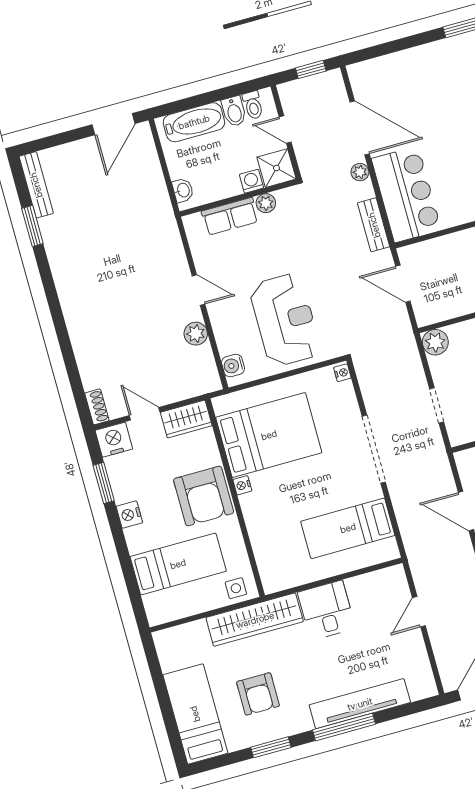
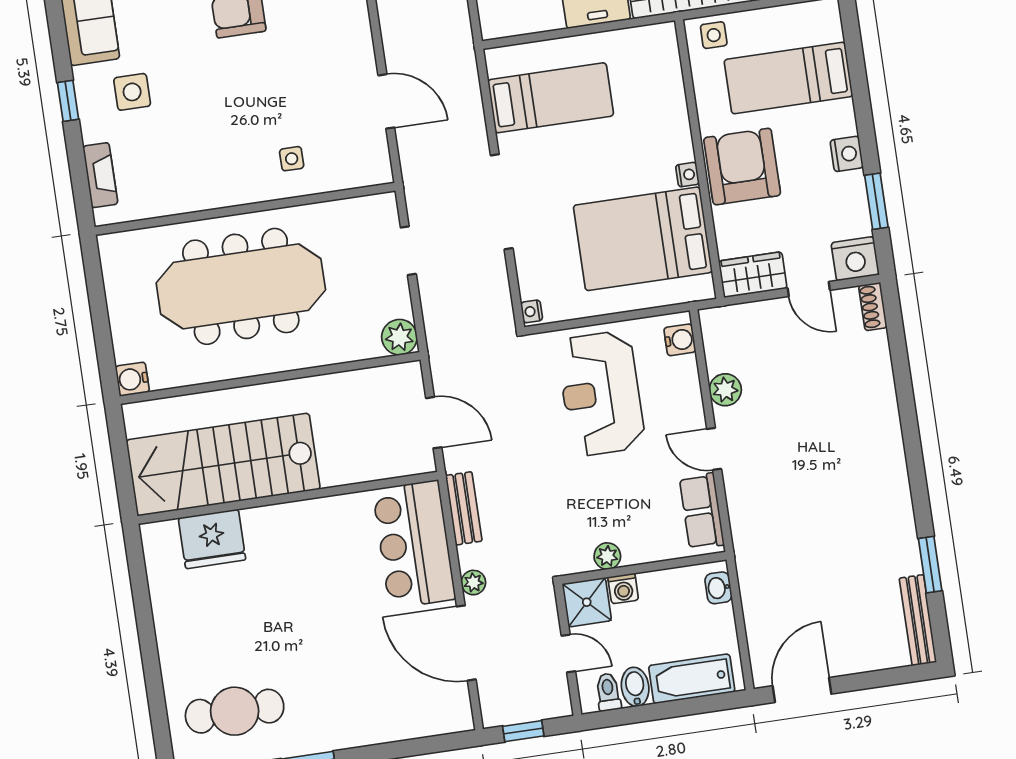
row of seats: (230, 216) -> (702, 511), moved, turned -90

